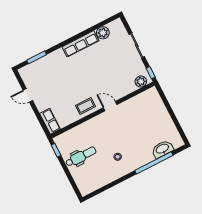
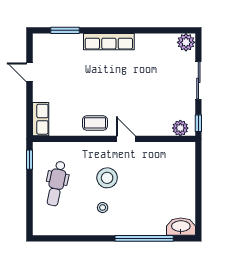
plant: (103, 33) -> (186, 42), moved
row of seats: (80, 44) -> (109, 42), moved
stool: (111, 137) -> (107, 178), added
washbasin: (162, 149) -> (181, 227), moved
dental chair: (81, 157) -> (57, 184), turned 102

